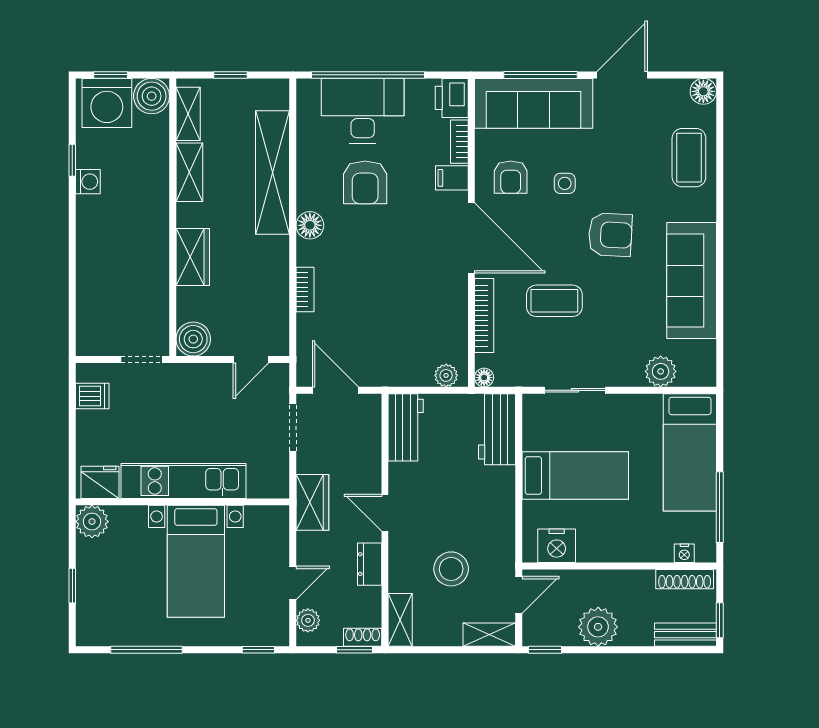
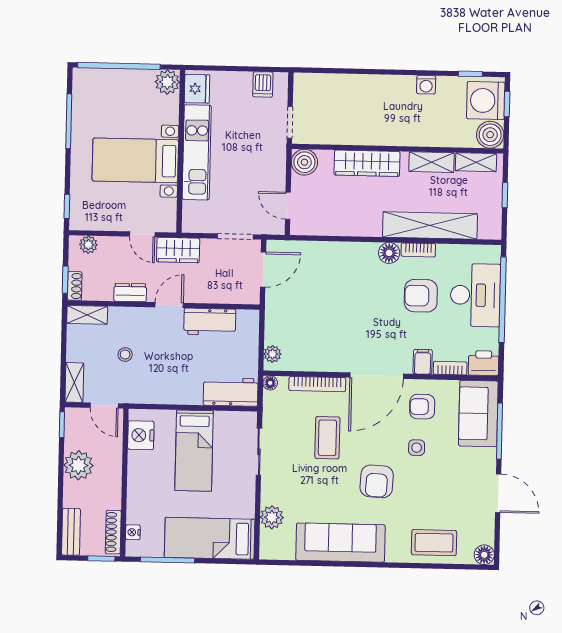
sofa: (534, 103) -> (478, 413), width x0.73
window: (72, 160) -> (470, 74), moved
wardrobe: (193, 257) -> (367, 163), width x1.50
bookcase: (305, 290) -> (418, 250), moved
workbench: (406, 427) -> (210, 322), moved
stool: (451, 569) -> (125, 355), width x0.53, depth x0.53
door: (293, 583) -> (142, 234), moved
window: (72, 586) -> (119, 66), width x3.17
window: (720, 620) -> (101, 559), moved

